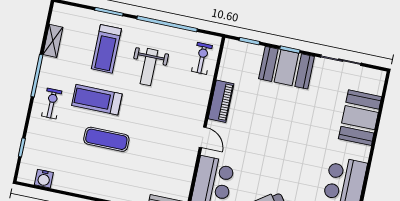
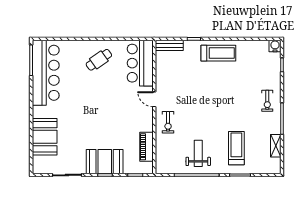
exercise bike: (202, 58) -> (168, 122), moved
weight bench: (149, 67) -> (198, 153), moved
treadmill: (97, 100) -> (218, 53), moved
piano: (221, 101) -> (146, 147), moved
exercise mat: (106, 139) -> (223, 83), removed
water cooler: (44, 179) -> (275, 46), moved

